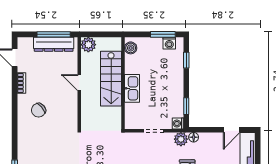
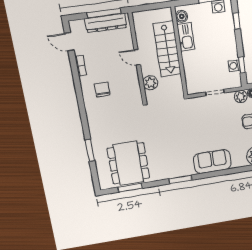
plant: (88, 45) -> (150, 83), moved
kitchen sink: (132, 88) -> (186, 37), moved
chair: (39, 110) -> (102, 90), turned 131
washing machine: (178, 124) -> (234, 66), moved

